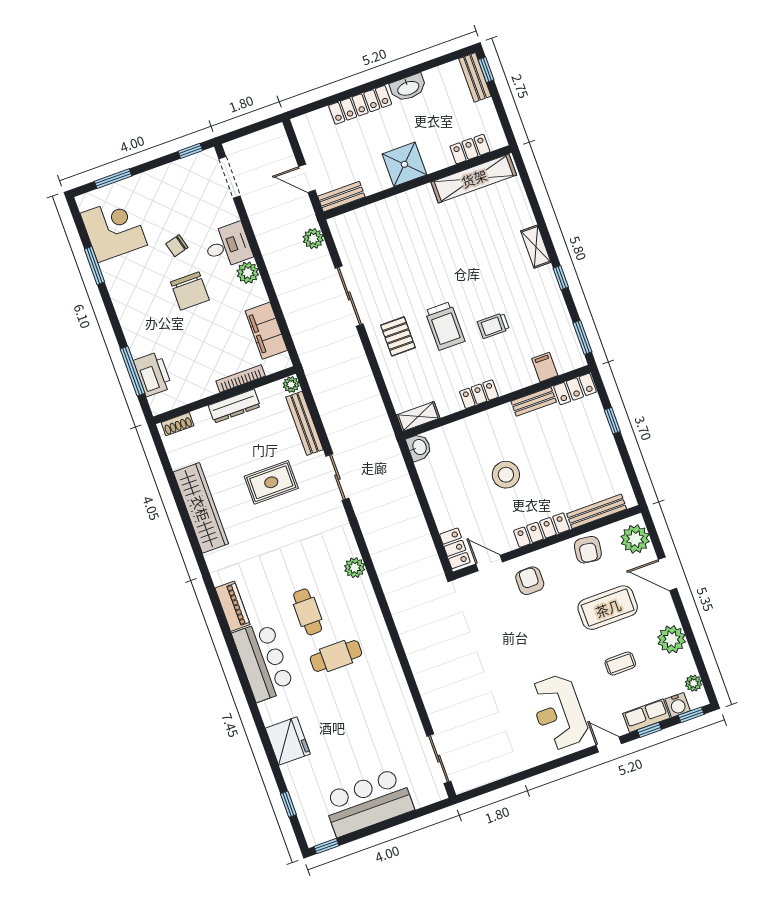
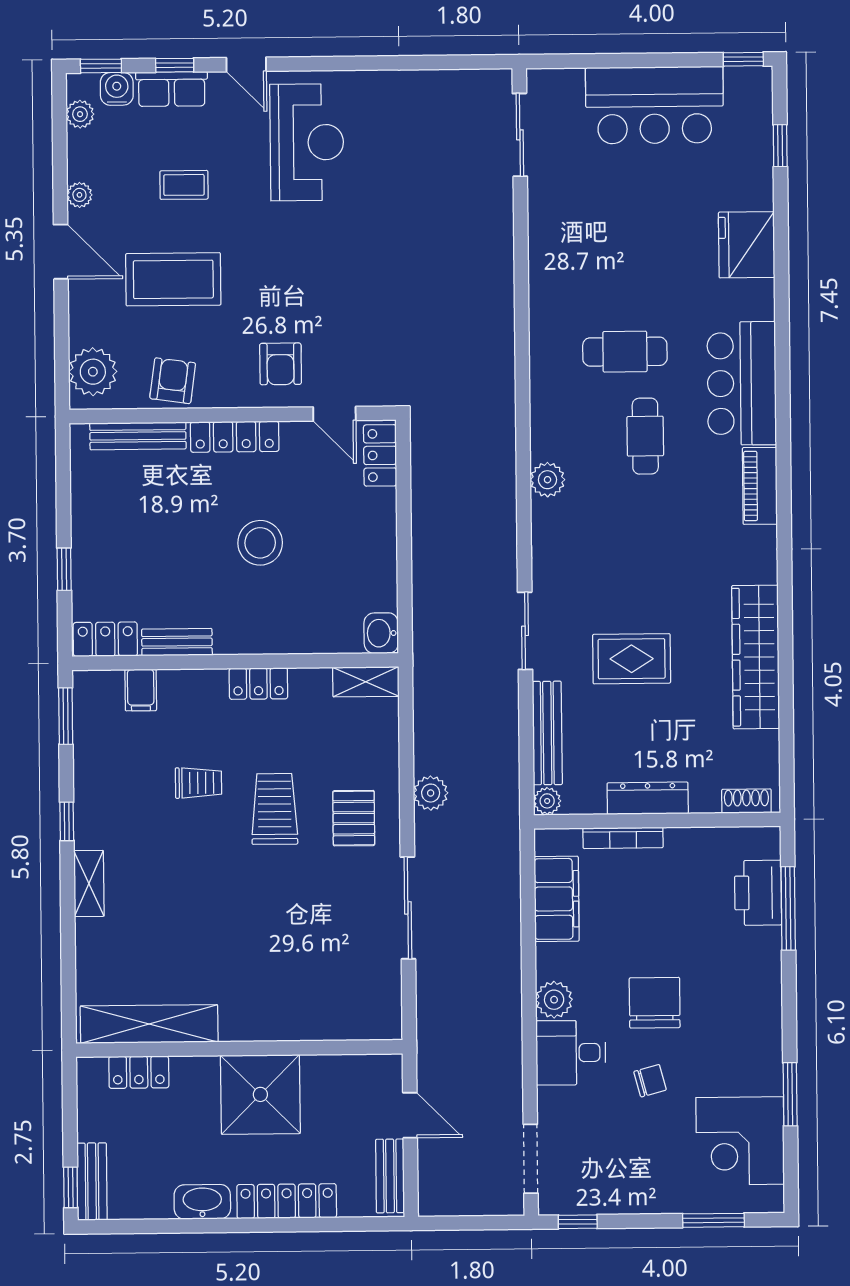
shower: (404, 164) -> (260, 1094), width x1.37, depth x1.37
bench: (341, 197) -> (390, 1176), moved, turned 90
plant: (313, 239) -> (431, 793), moved
door: (667, 574) -> (61, 252), moved
plant: (672, 639) -> (79, 195), width x0.53, depth x0.53

